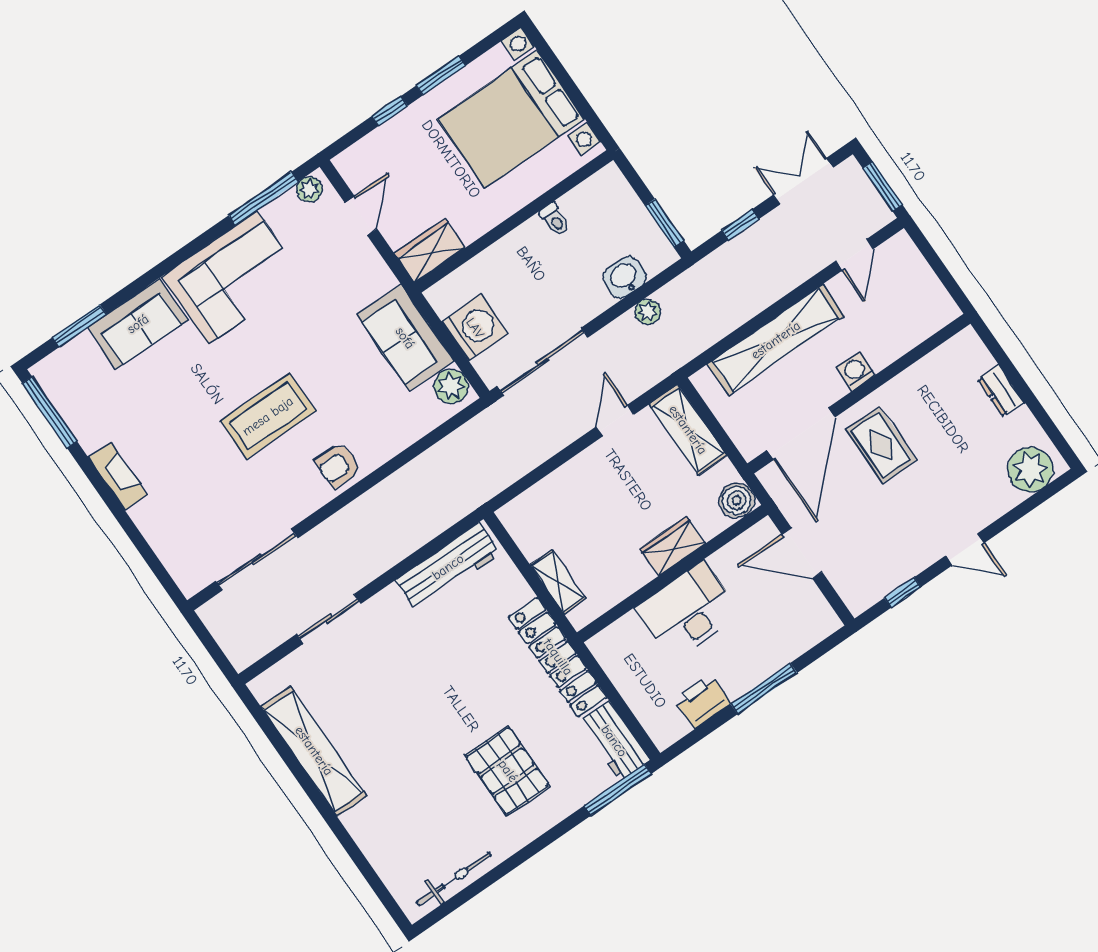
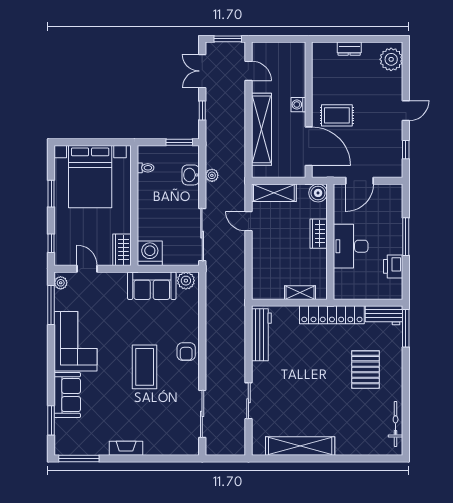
window: (390, 111) -> (51, 243), moved
toilet: (555, 220) -> (146, 168), moved
washing machine: (475, 328) -> (150, 253), moved
pallet: (508, 771) -> (365, 370), turned 90

